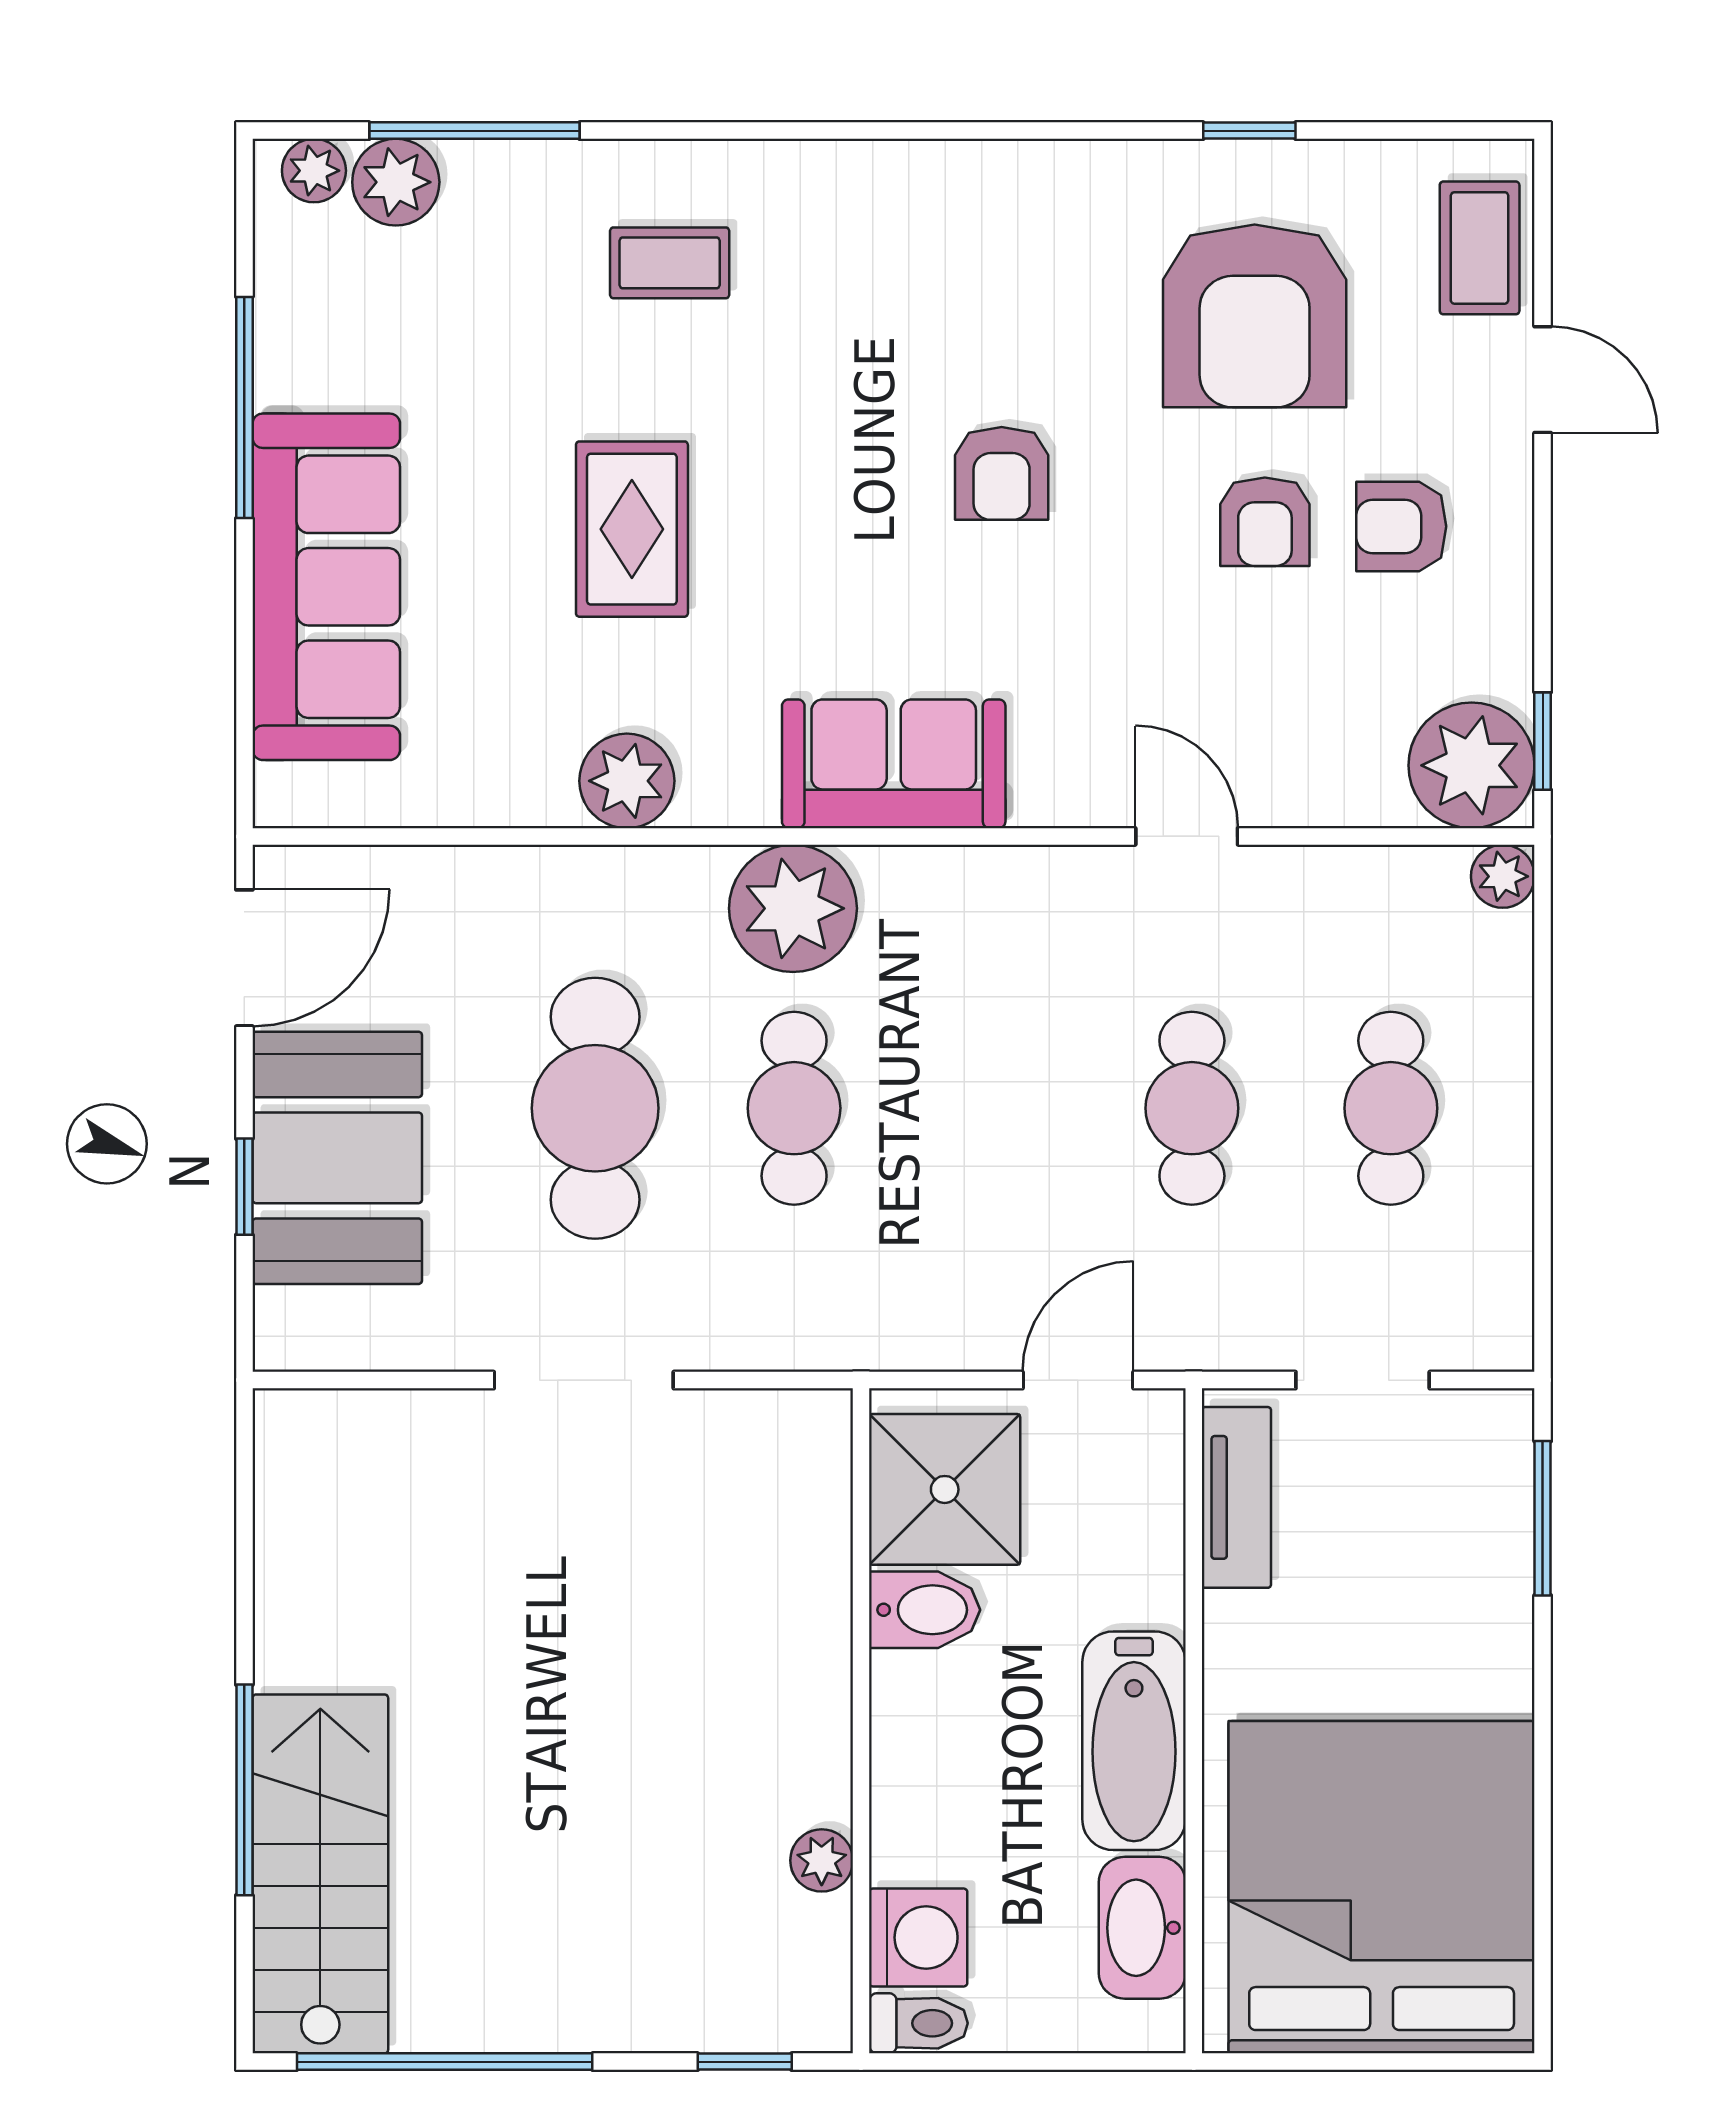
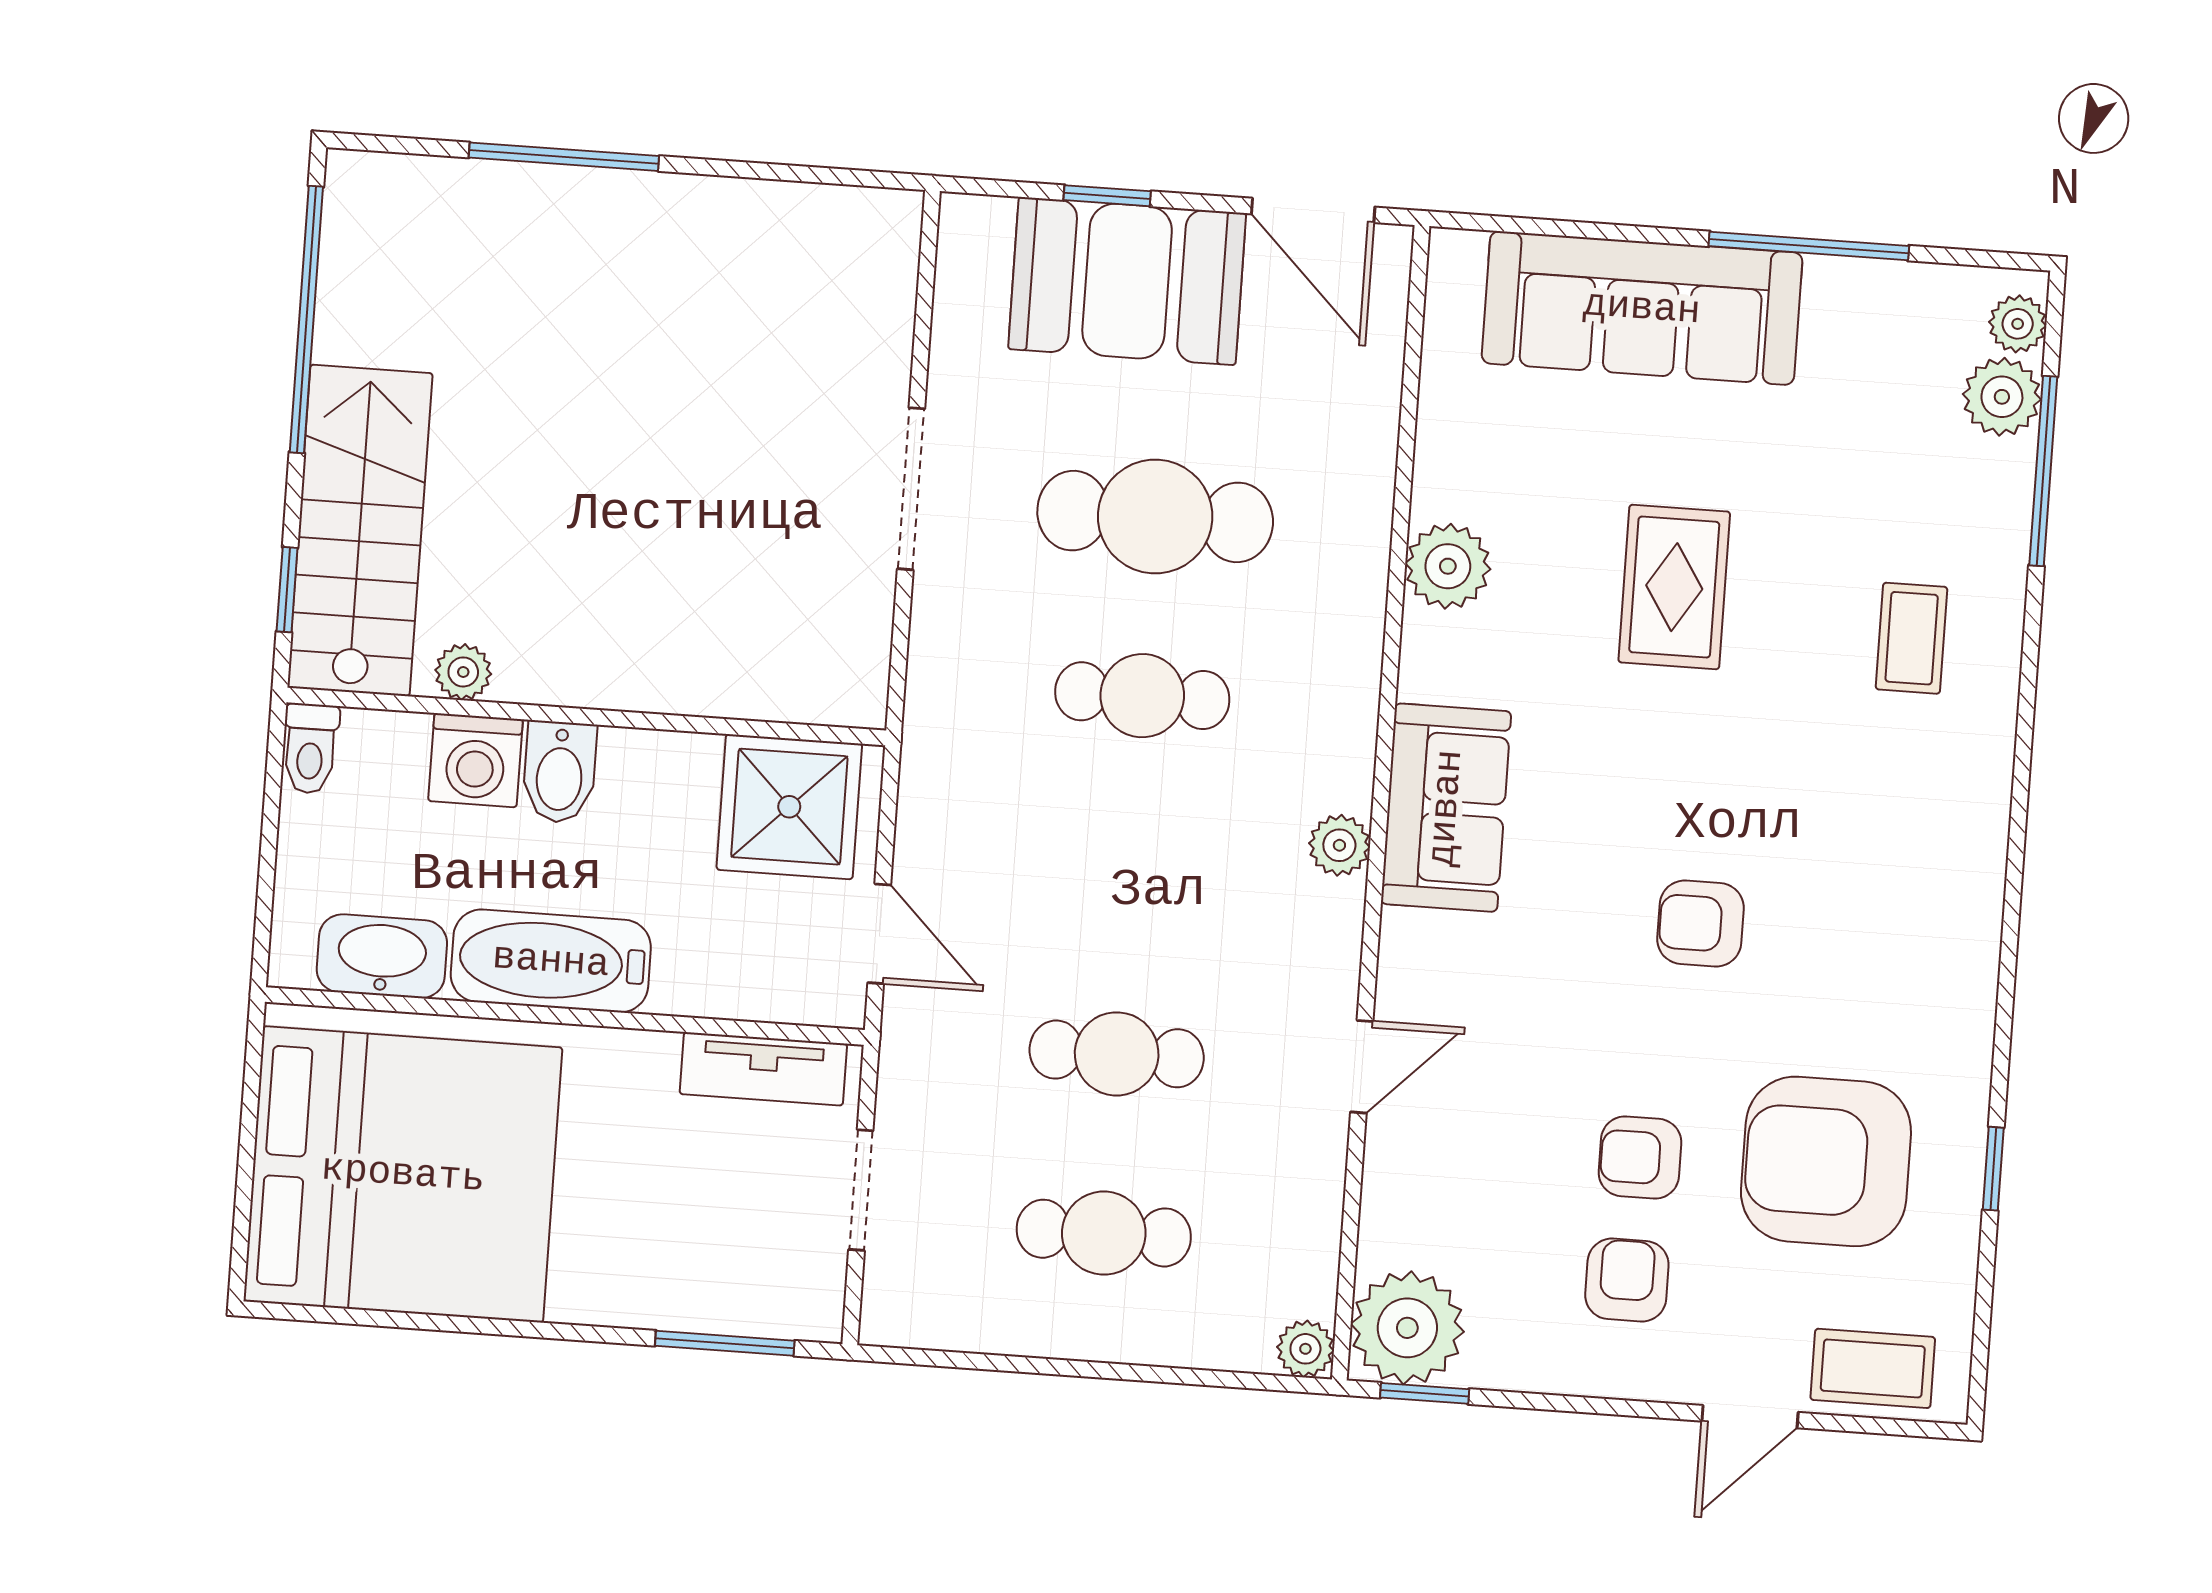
rug: (632, 529) -> (1674, 587), turned 90
plant: (793, 908) -> (1339, 845), moved, width x0.53, depth x0.53
bidet: (925, 1610) -> (560, 772), moved
stairs: (320, 1874) -> (360, 530), moved, turned -90
washing machine: (918, 1937) -> (475, 760), moved

